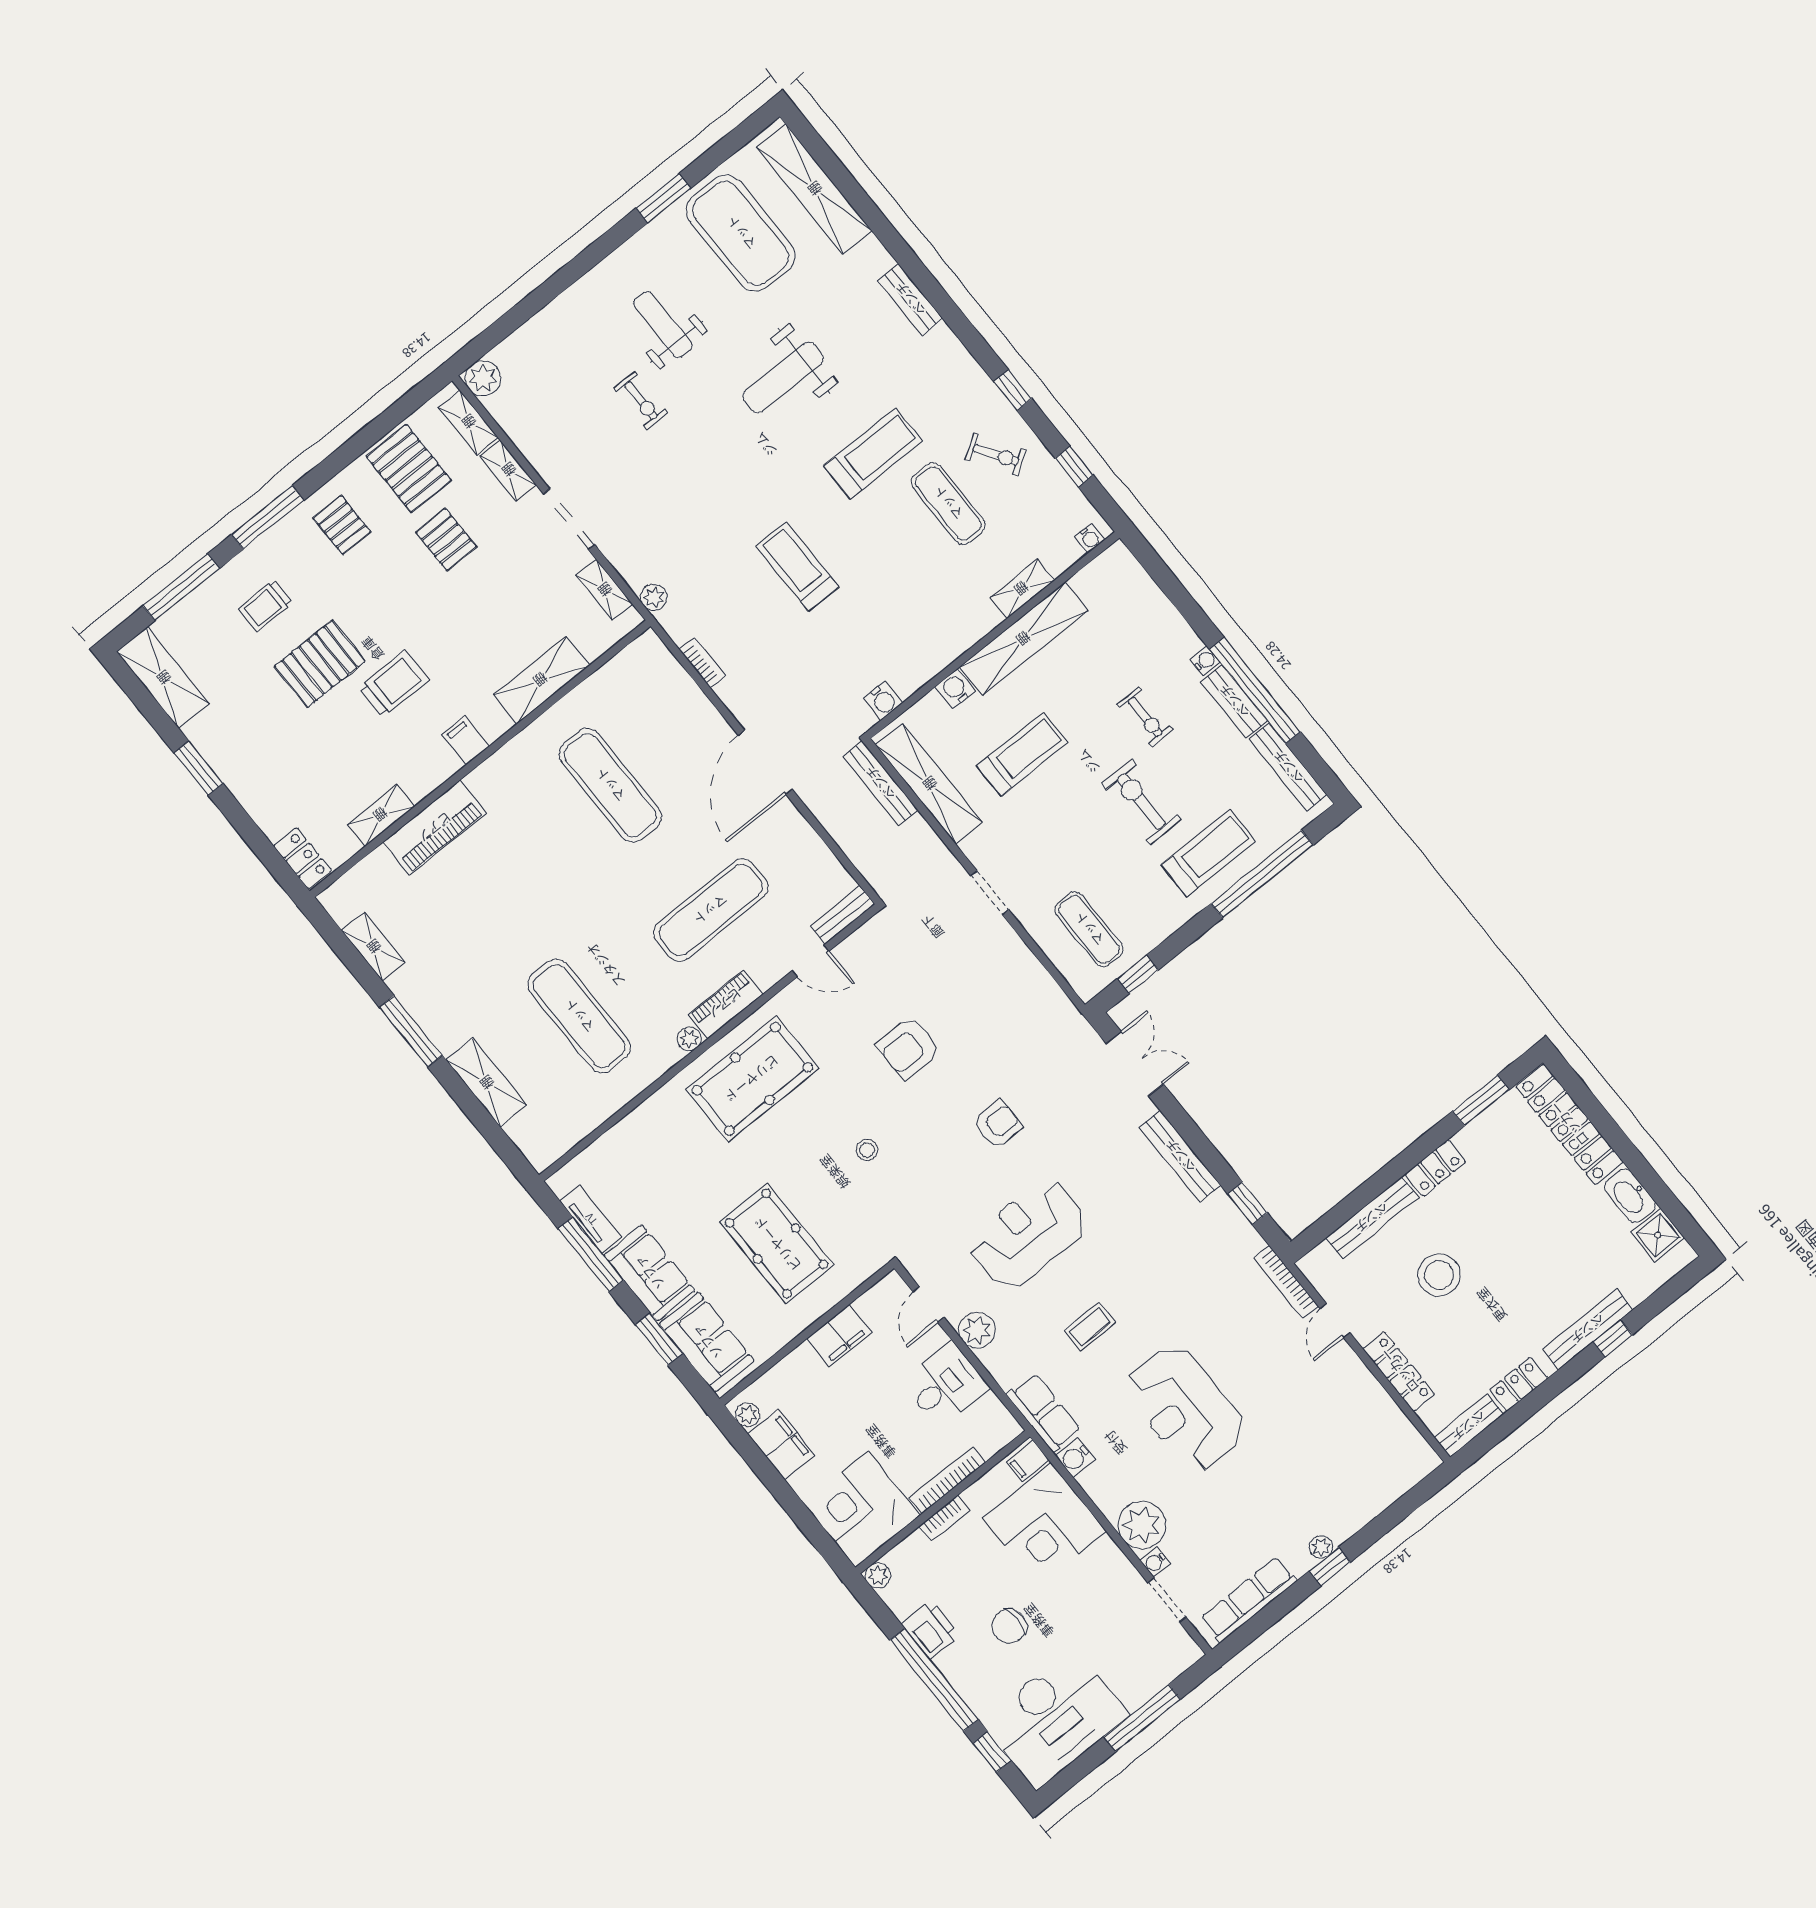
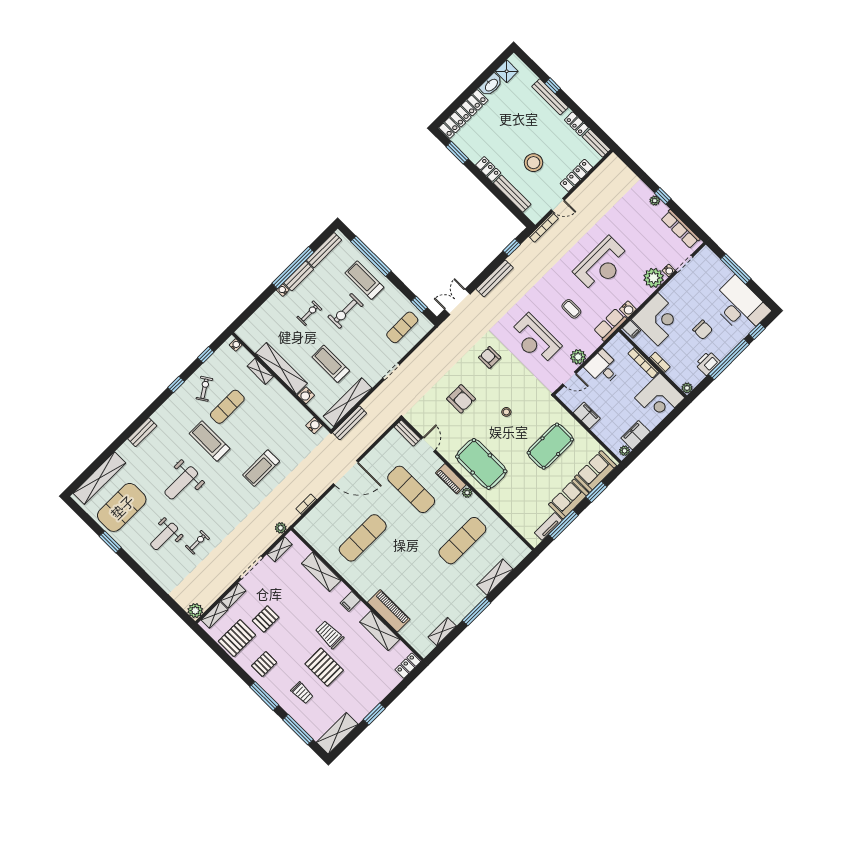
weight bench: (783, 378) -> (181, 483), turned 90
shelving: (381, 815) -> (380, 631), width x1.50, depth x1.33

